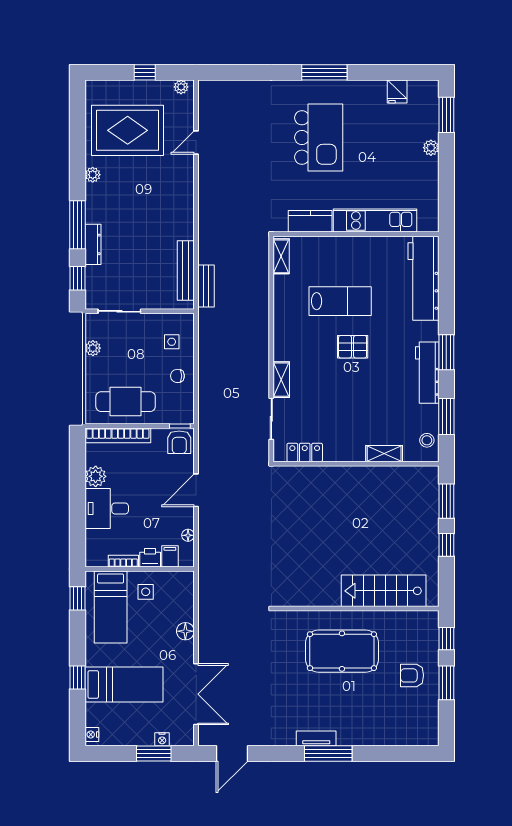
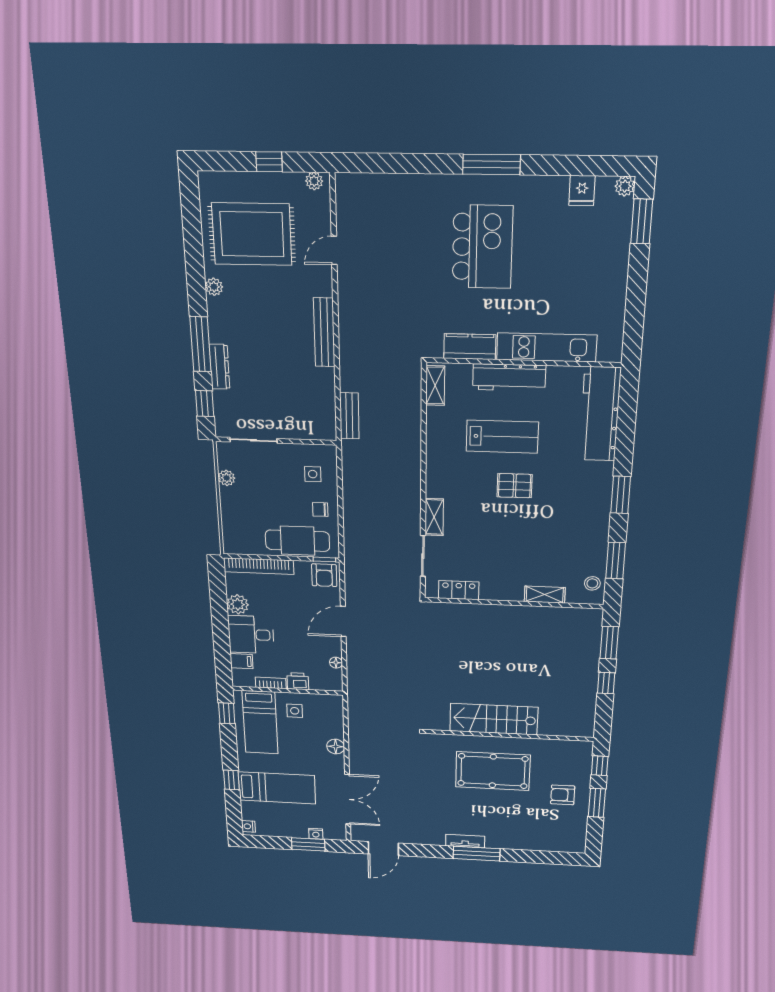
plant: (431, 148) -> (625, 186), moved
bench: (186, 270) -> (324, 332), moved
workbench: (427, 373) -> (509, 378), moved, turned -90
cafe table: (126, 402) -> (297, 541), moved
filing cabinet: (170, 556) -> (242, 661), moved, turned 90
stairs: (384, 591) -> (494, 719), moved

